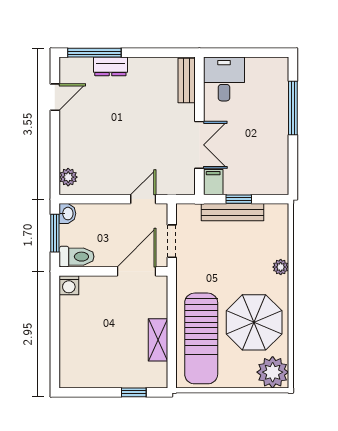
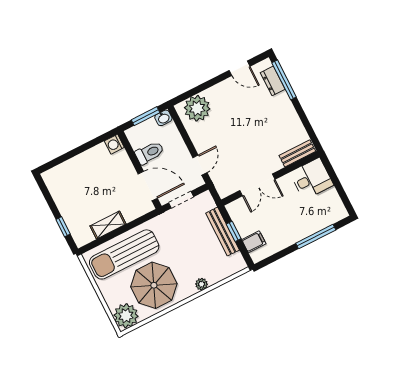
dresser: (110, 66) -> (273, 81), moved
plant: (68, 177) -> (197, 108), width x1.88, depth x1.88
filing cabinet: (213, 182) -> (254, 242), moved
door: (143, 199) -> (200, 165), hinge flipped
toilet: (77, 257) -> (150, 153), moved, turned -90

